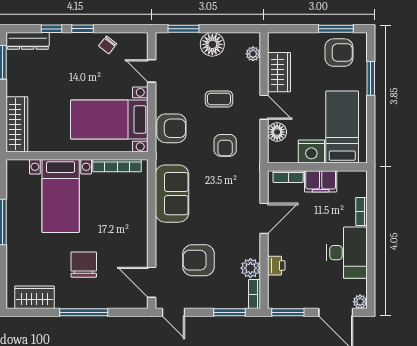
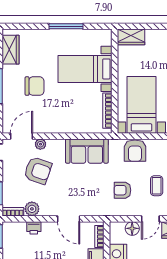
wardrobe: (17, 124) -> (131, 37), width x0.67
plant: (163, 257) -> (40, 144), added
armchair: (198, 260) -> (38, 171), turned 109

